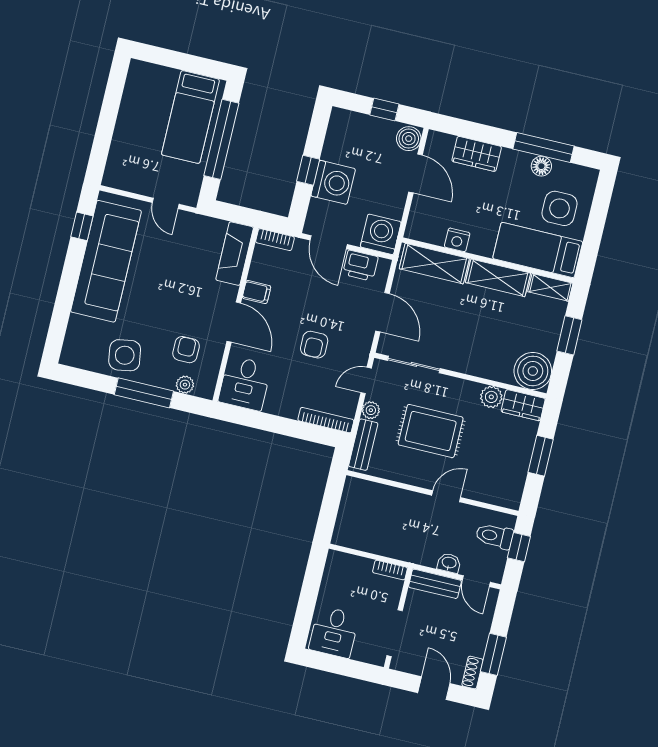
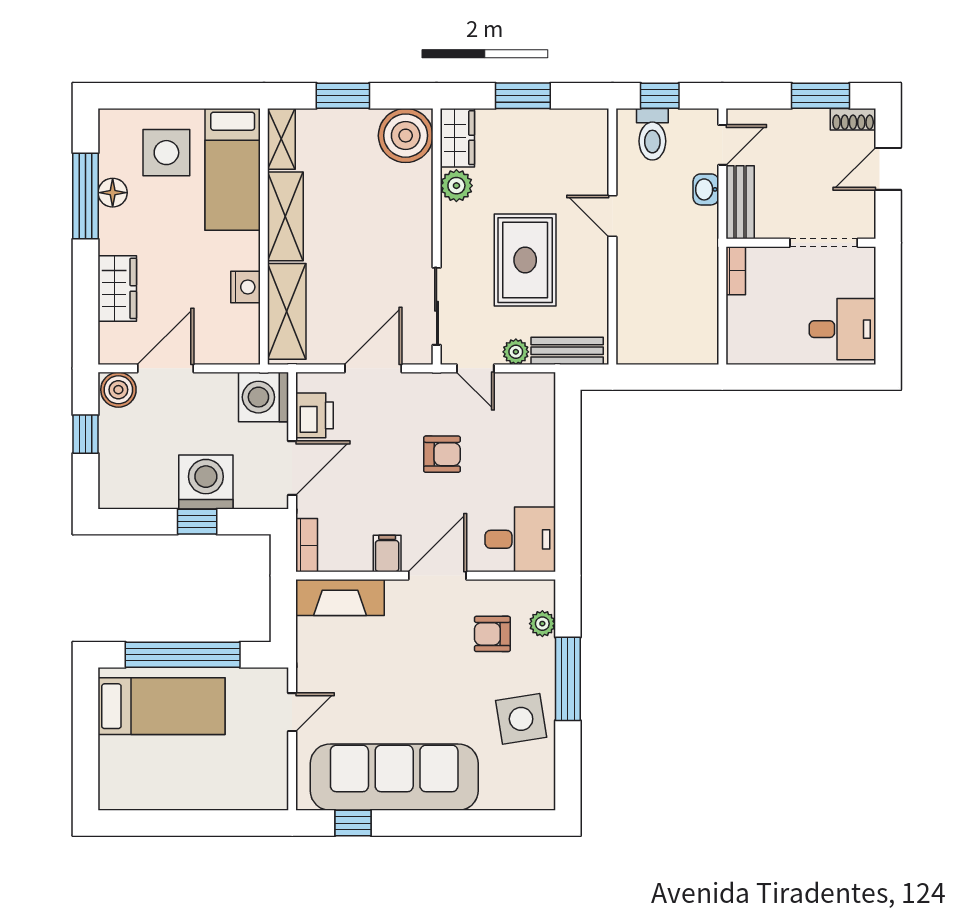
bookcase: (326, 420) -> (545, 412), removed

